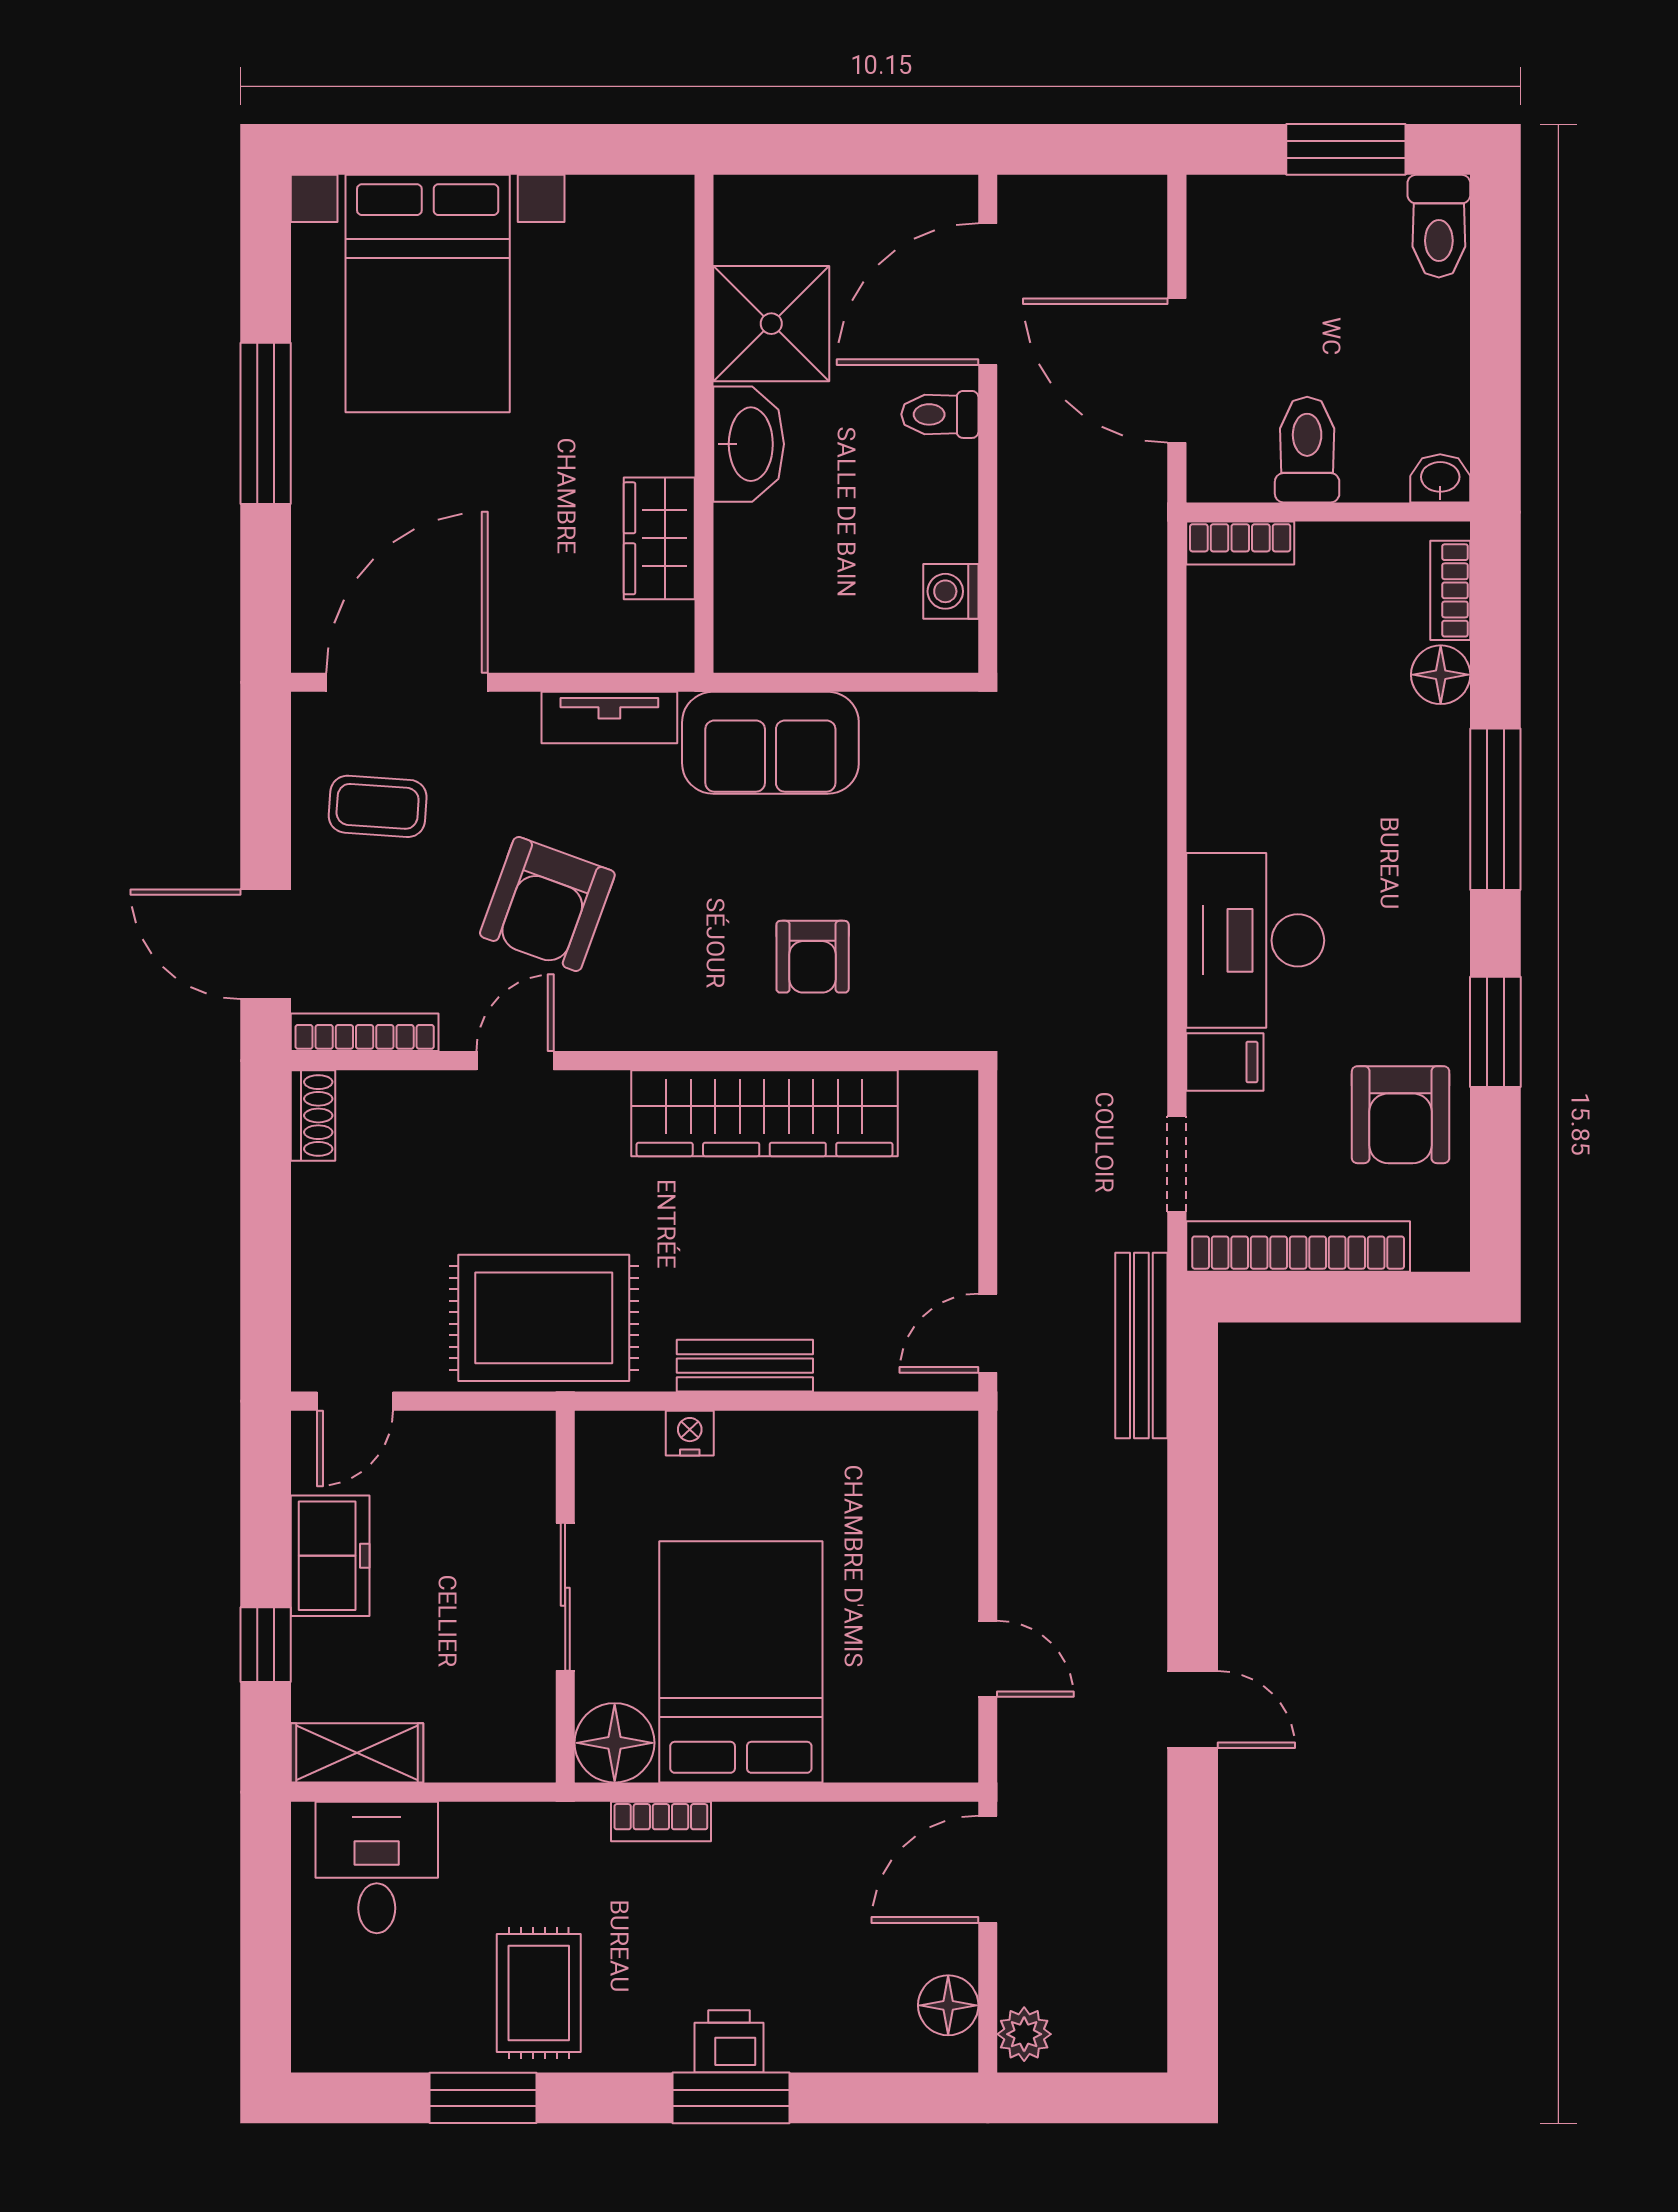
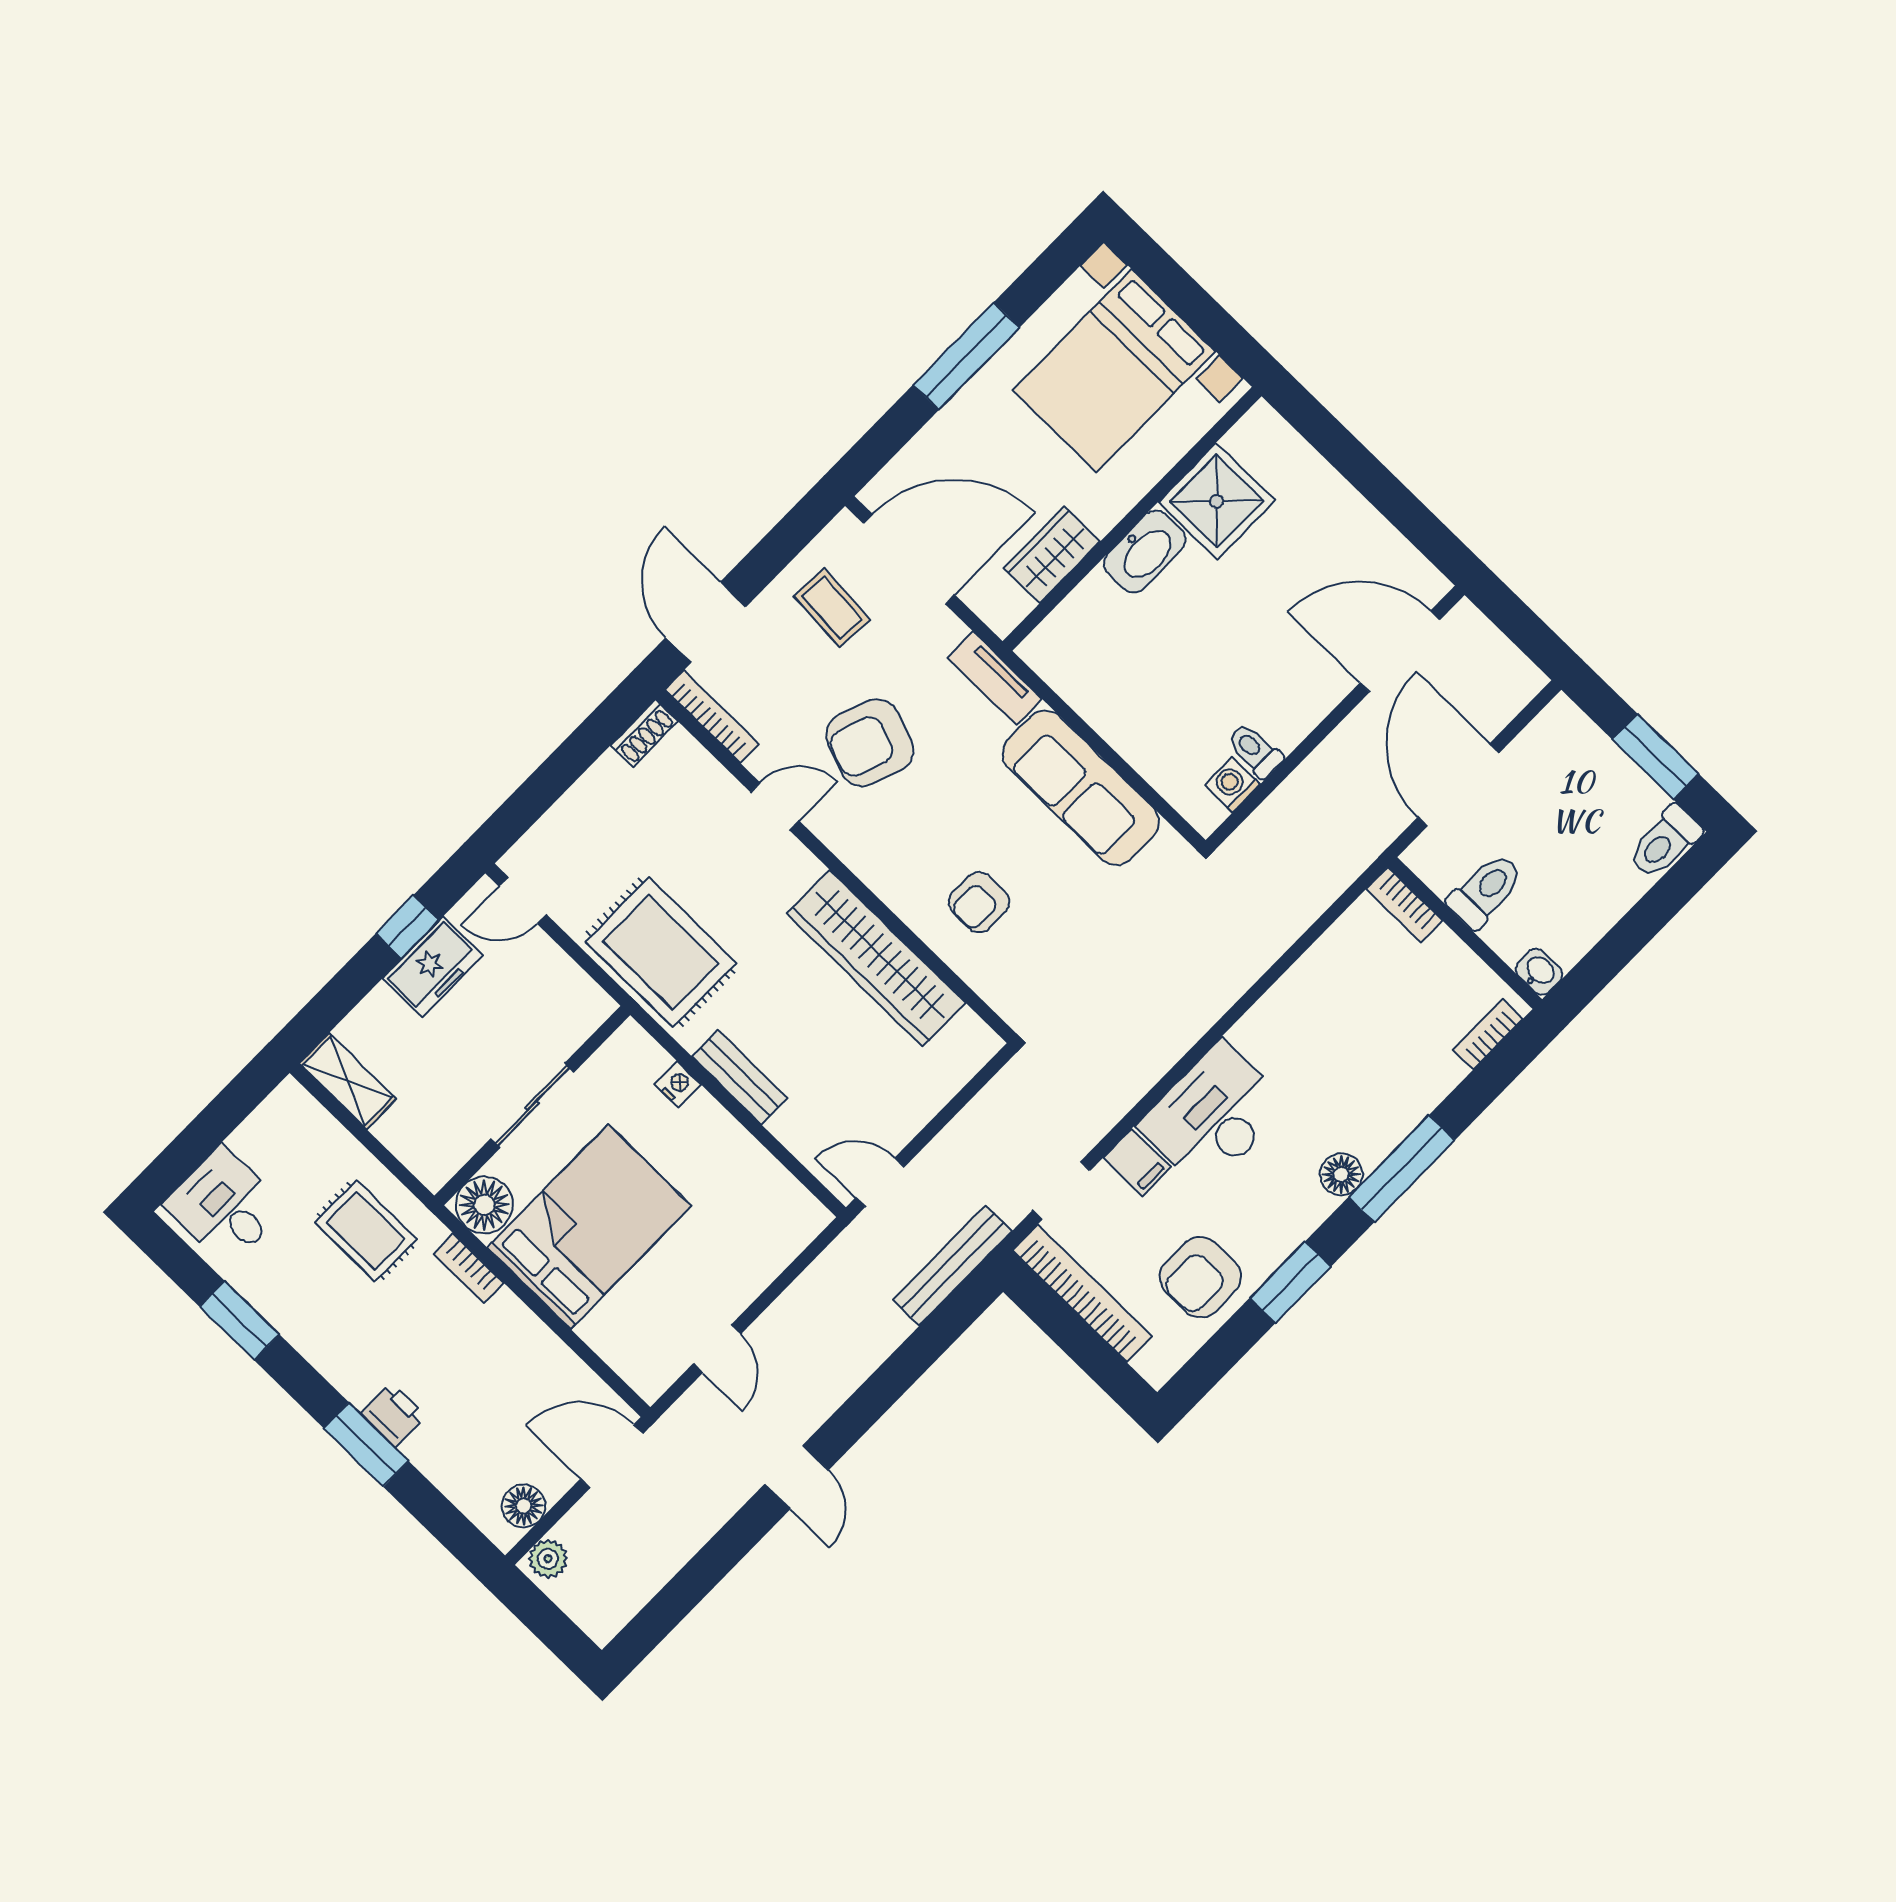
shower: (771, 324) -> (1217, 501), moved
toilet: (940, 414) -> (1255, 751), moved
wall: (704, 424) -> (1132, 519), moved
washbasin: (749, 444) -> (1145, 552), moved
wardrobe: (659, 538) -> (1052, 555), moved
floor lamp: (1441, 675) -> (1341, 1174), moved
sofa: (770, 743) -> (1081, 788), width x1.36
window: (266, 1645) -> (407, 927), moved
desk: (377, 1867) -> (225, 1206), moved, turned -90
rug: (539, 1993) -> (366, 1231), moved, turned 90

